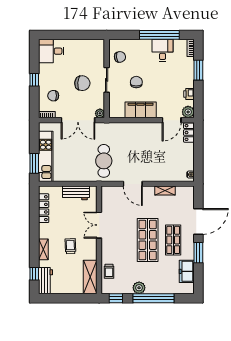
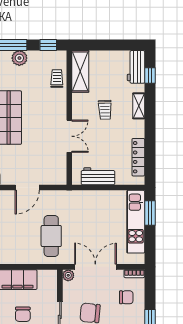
cafe table: (104, 161) -> (51, 236), moved
door: (133, 184) -> (27, 188), swing flipped

